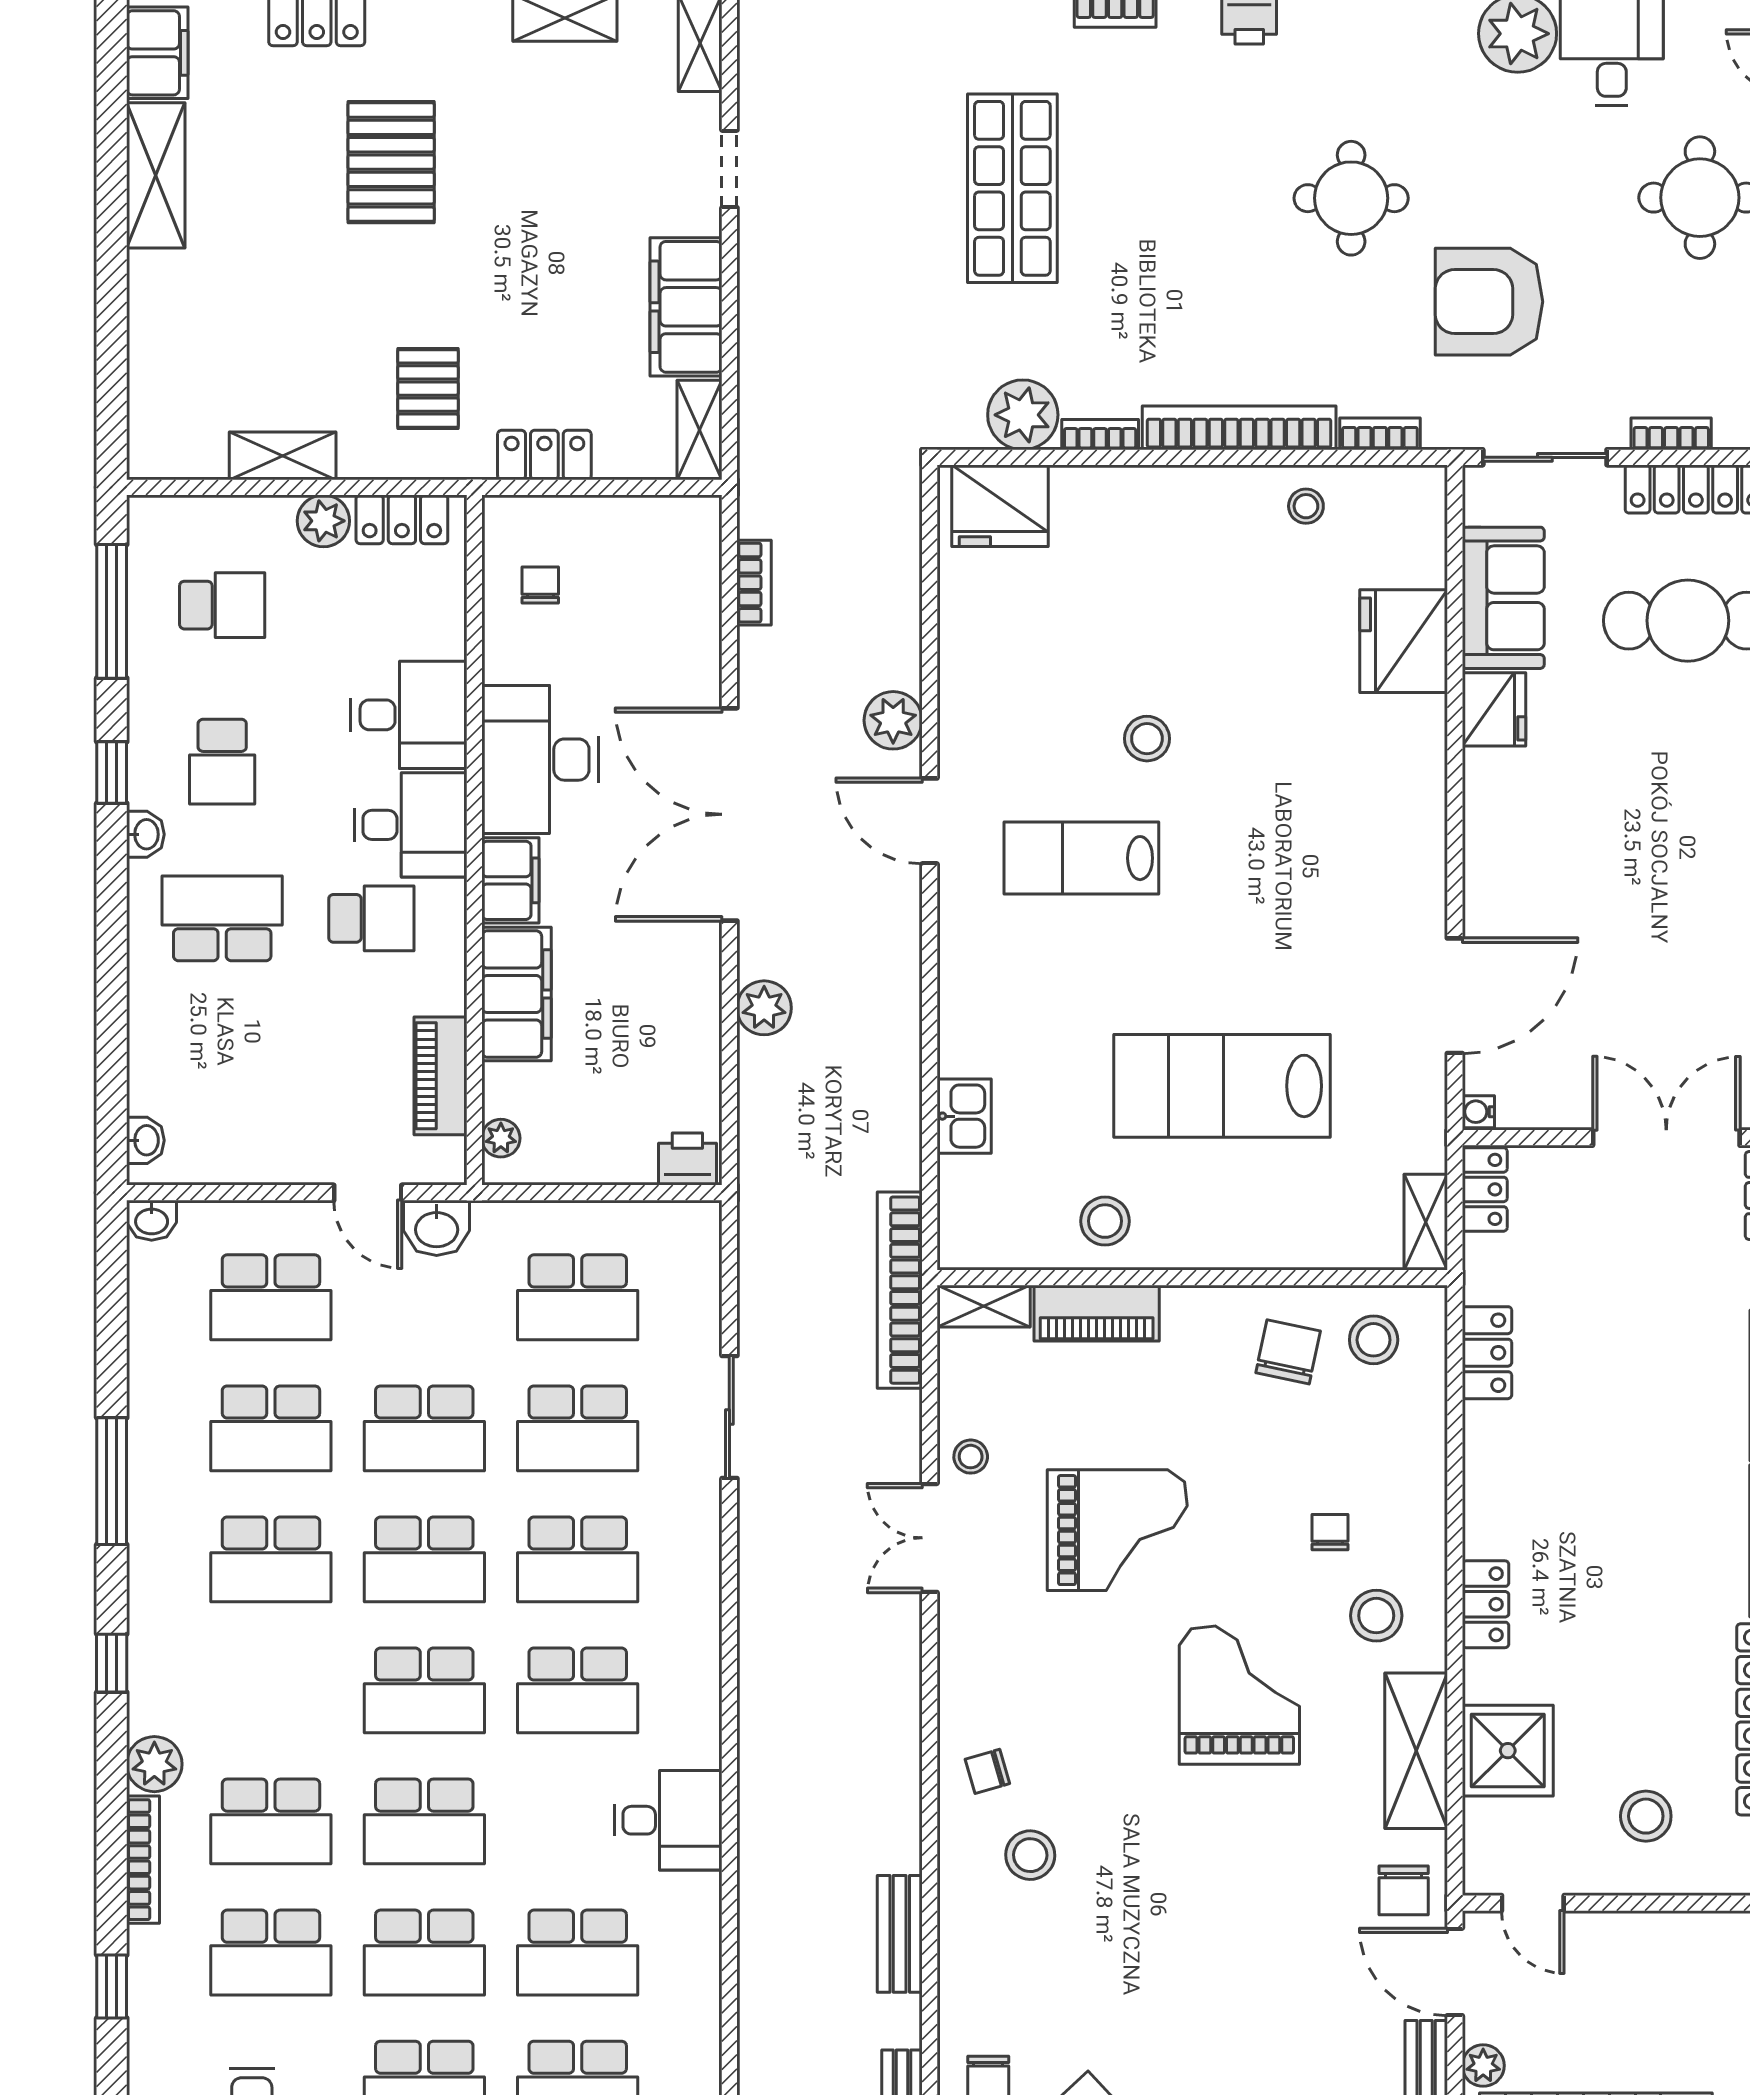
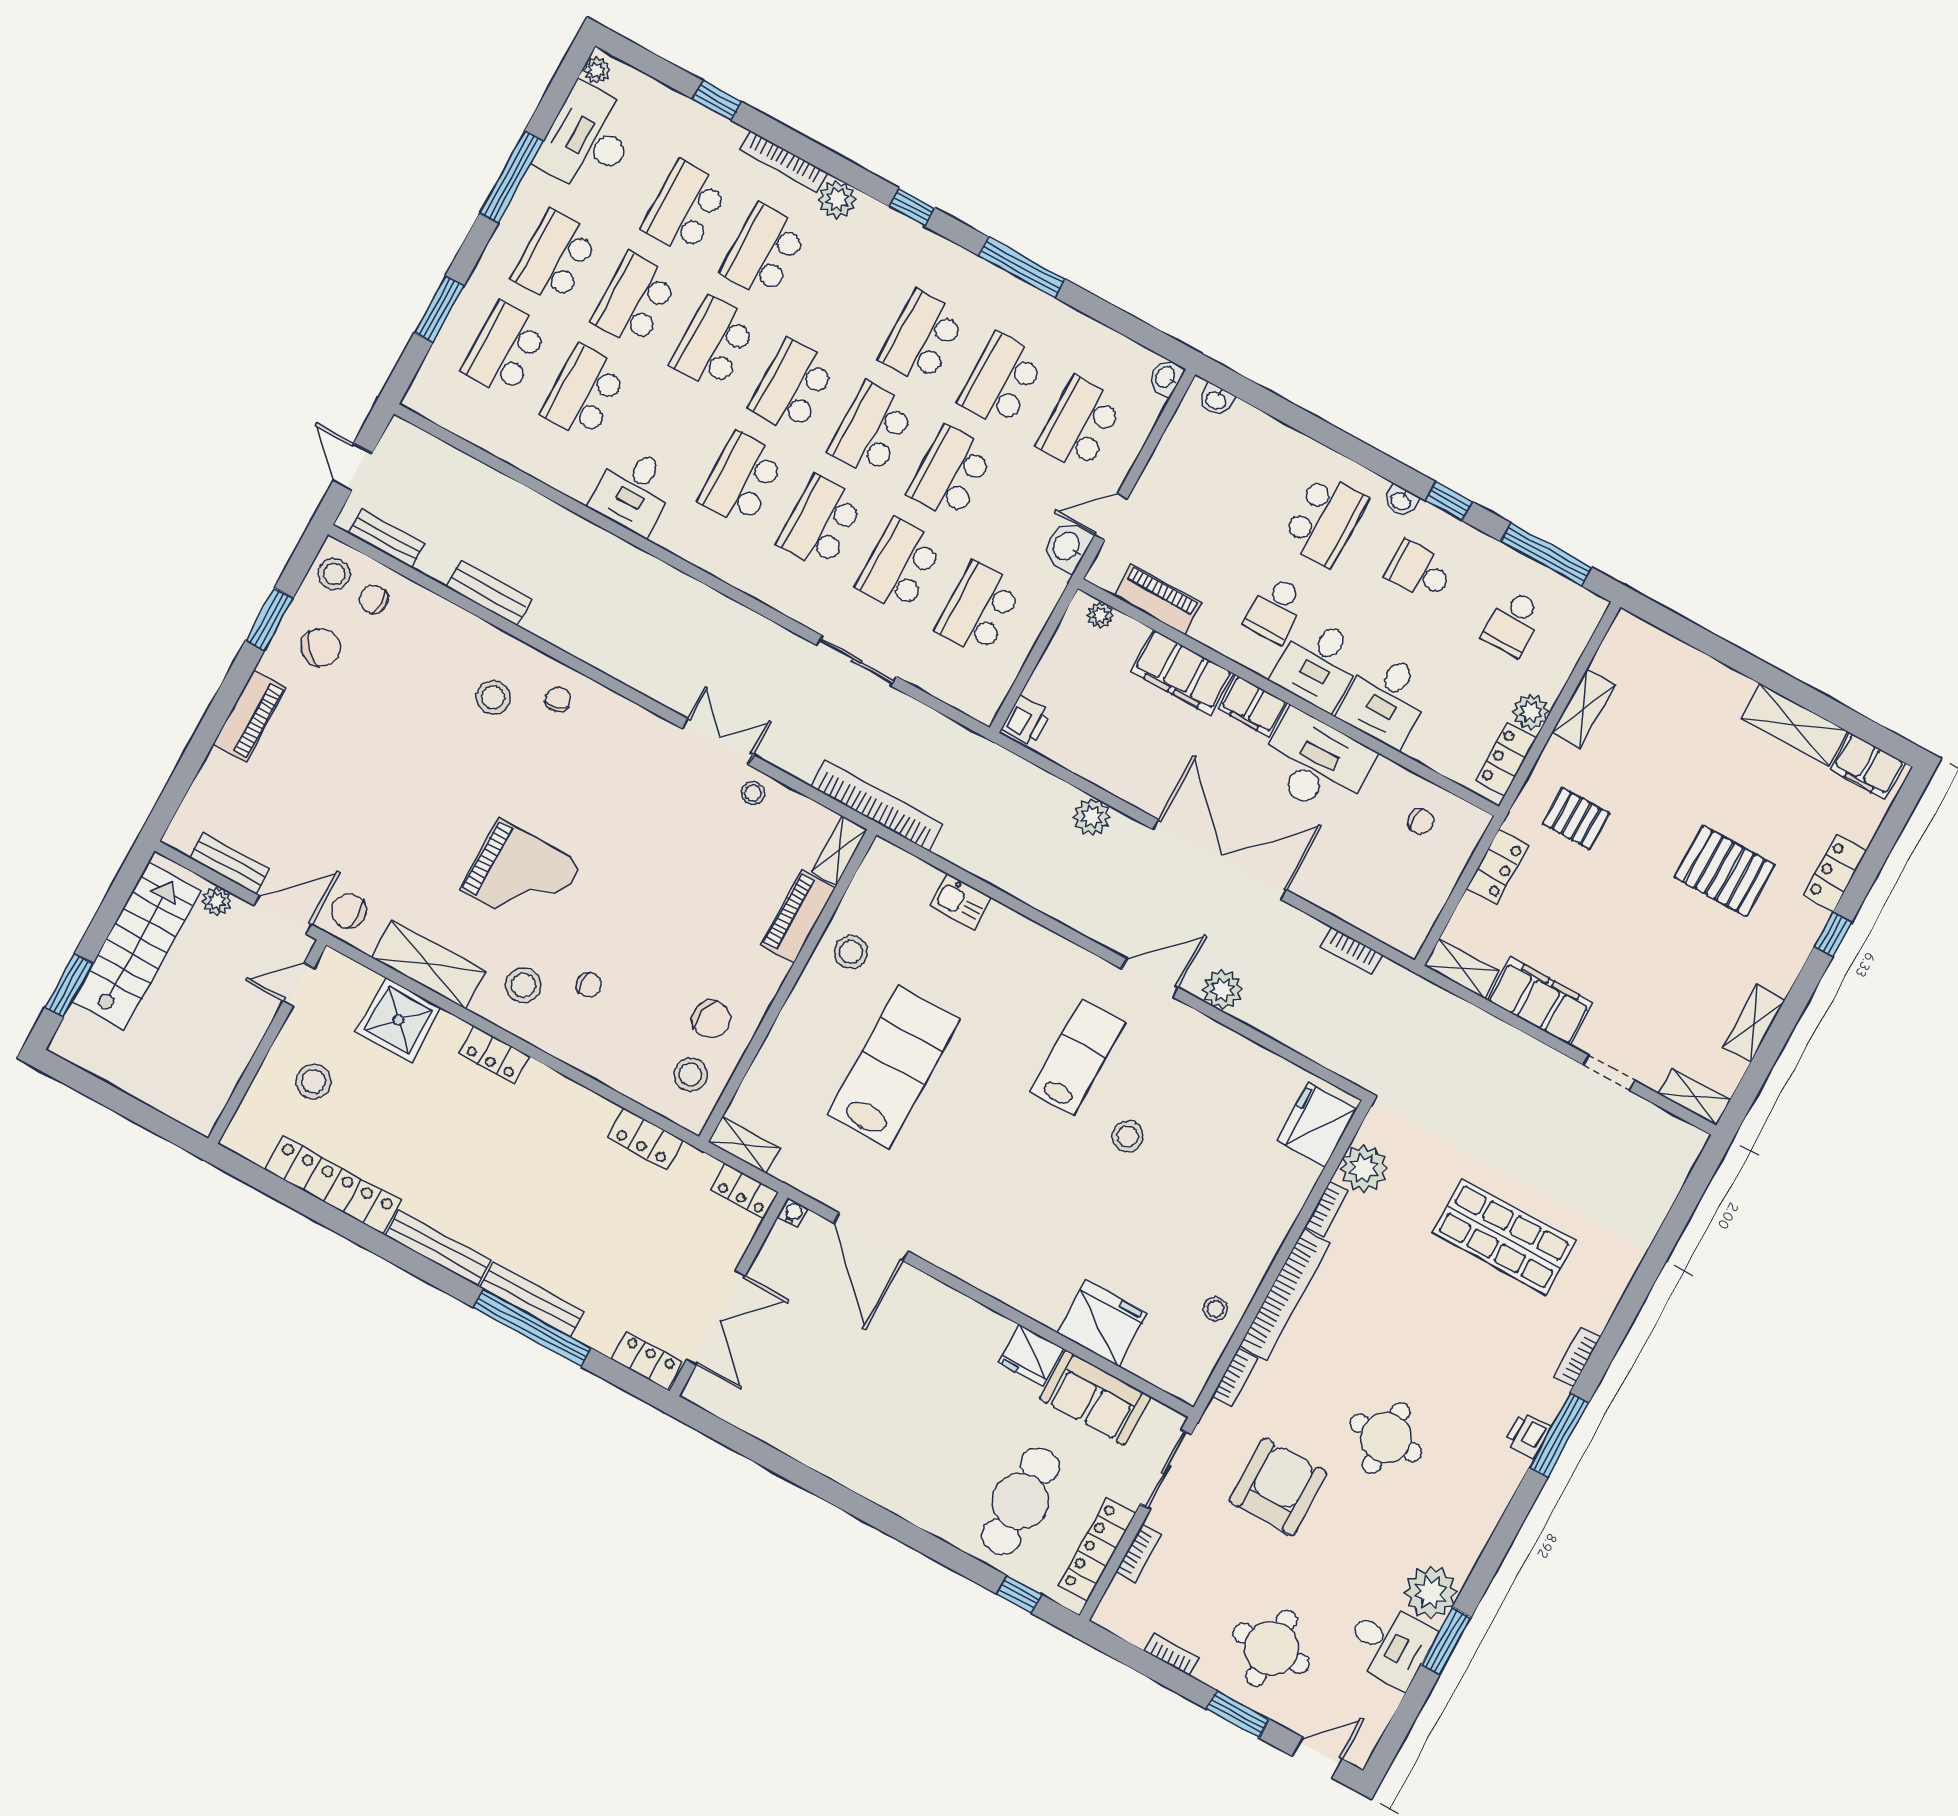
grand piano: (1117, 1530) -> (660, 857), removed

